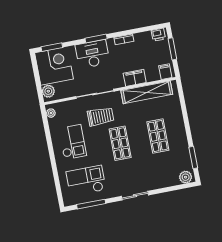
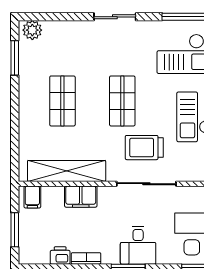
printer: (158, 35) -> (60, 255), moved
desk: (93, 54) -> (138, 245), width x0.73

